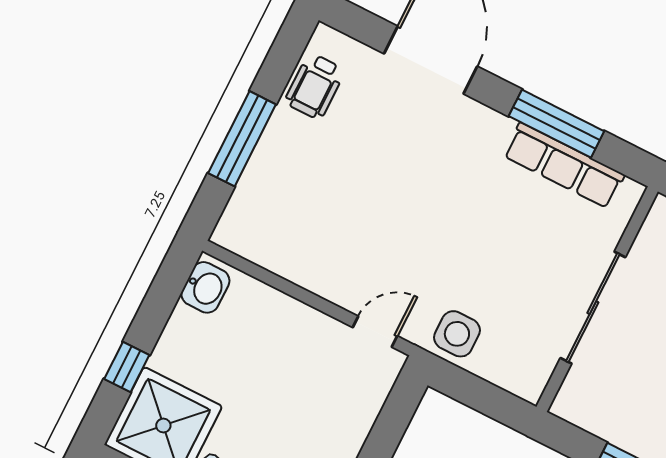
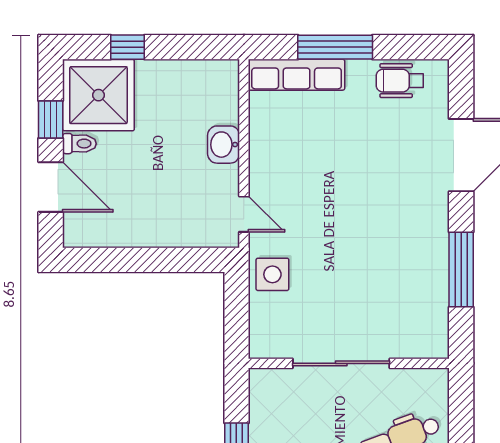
row of seats: (564, 165) -> (297, 75), moved, turned -90
washbasin: (205, 287) -> (224, 145), moved, turned 90

